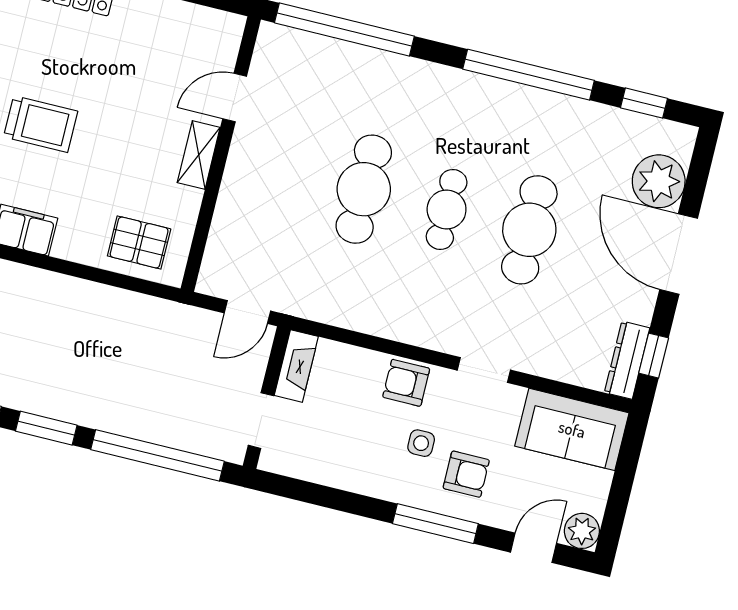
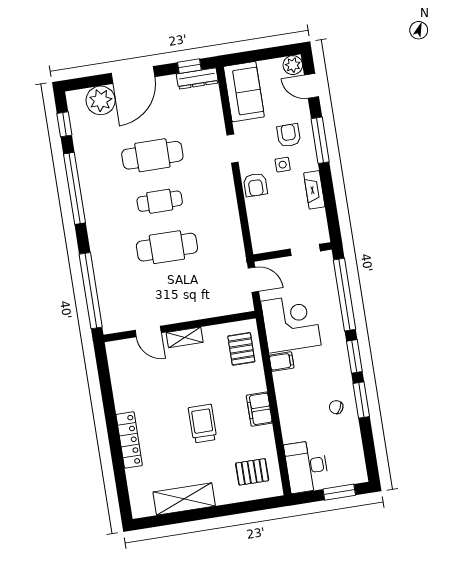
filing cabinet: (89, 301) -> (282, 362), added
corner desk: (147, 344) -> (291, 323), added
fireplace: (296, 366) -> (314, 190), moved, turned -90

